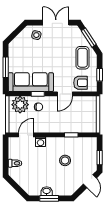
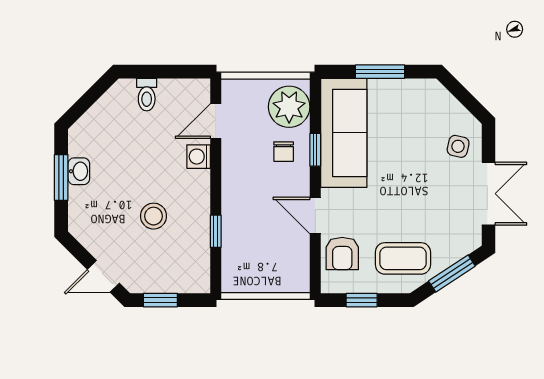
door: (26, 135) -> (216, 121), swing flipped

